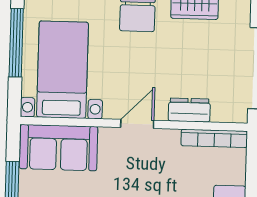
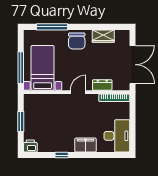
window: (16, 43) -> (21, 68), moved
sofa: (59, 148) -> (42, 104), removed

